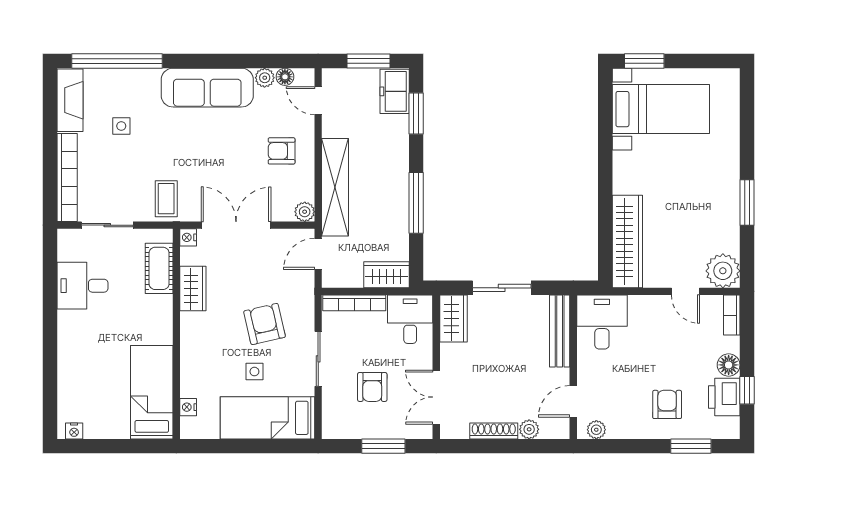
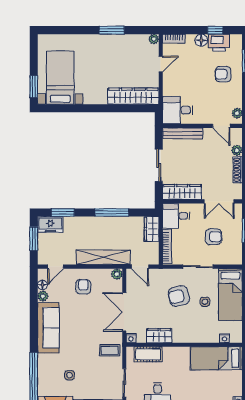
armchair: (282, 151) -> (83, 287), turned 180
plant: (723, 271) -> (154, 39), width x0.53, depth x0.53
wardrobe: (453, 318) -> (182, 192), width x1.50

